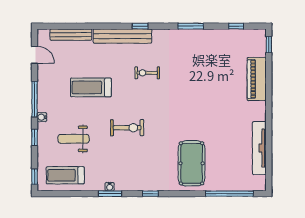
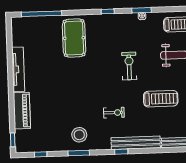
stool: (189, 48) -> (79, 135), added
exercise bike: (127, 128) -> (129, 66), turned 90
tv unit: (259, 148) -> (18, 69), moved

